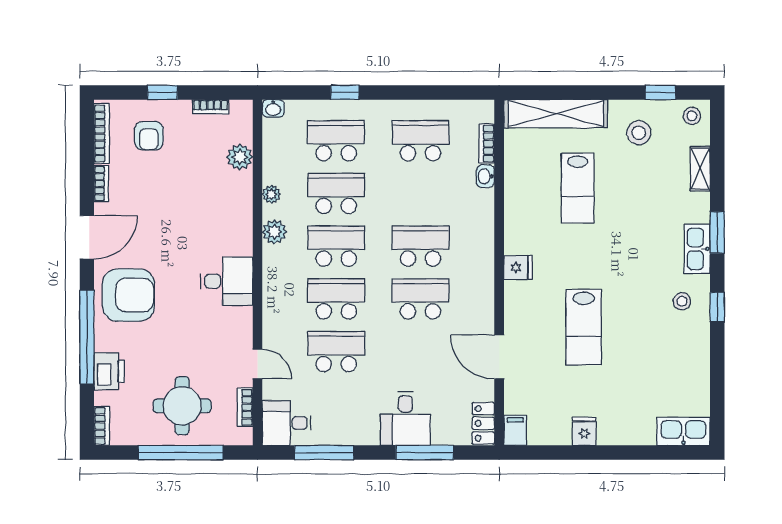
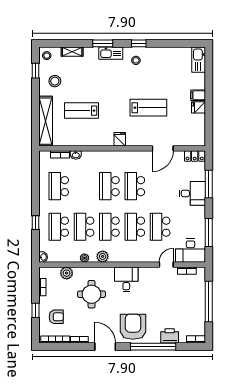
lab bench: (578, 188) -> (82, 111), turned 180
round table: (182, 406) -> (92, 294), moved
desk: (286, 423) -> (190, 251), width x1.37
filing cabinet: (515, 430) -> (198, 95), moved

